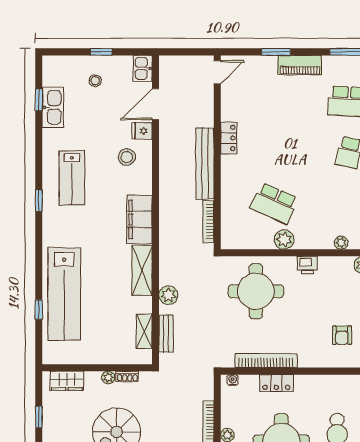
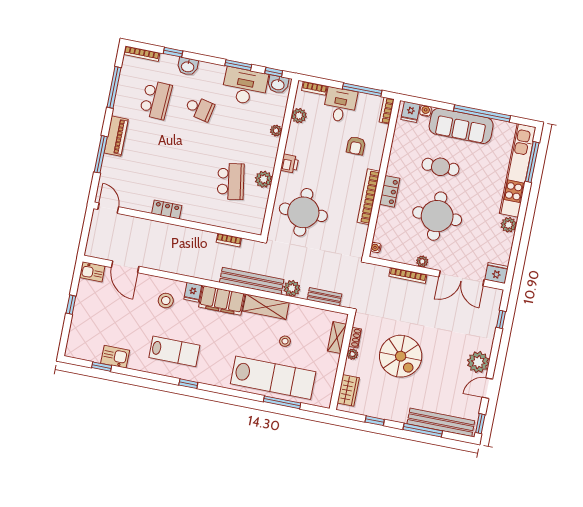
window: (276, 52) -> (101, 154), width x1.44
stool: (95, 81) -> (285, 341), moved
kitchen sink: (53, 107) -> (115, 357), width x0.73
fridge: (142, 131) -> (193, 292), moved
bench: (205, 163) -> (252, 281), moved
school desk: (274, 203) -> (231, 181), turned -33
bookcase: (208, 222) -> (229, 240), width x0.64
window: (39, 310) -> (282, 402), width x2.17
shelving: (144, 331) -> (337, 338), moved, turned 90
armchair: (342, 335) -> (356, 146), turned 90
bookcase: (266, 361) -> (368, 197), moved
locker: (276, 383) -> (390, 191), moved

